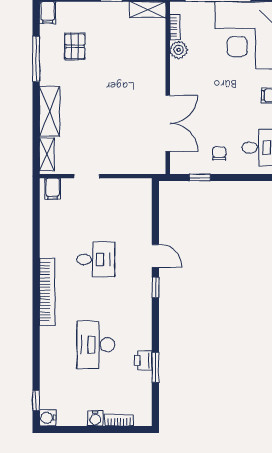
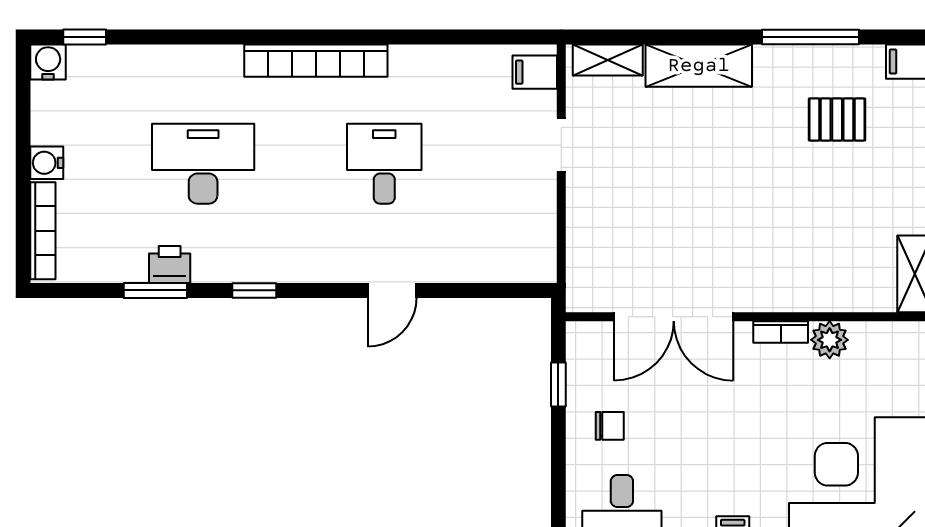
bookcase: (175, 27) -> (781, 332), moved
desk: (96, 260) -> (384, 164), turned 180
window: (155, 287) -> (254, 290), moved
bookcase: (119, 420) -> (43, 231), width x1.56

